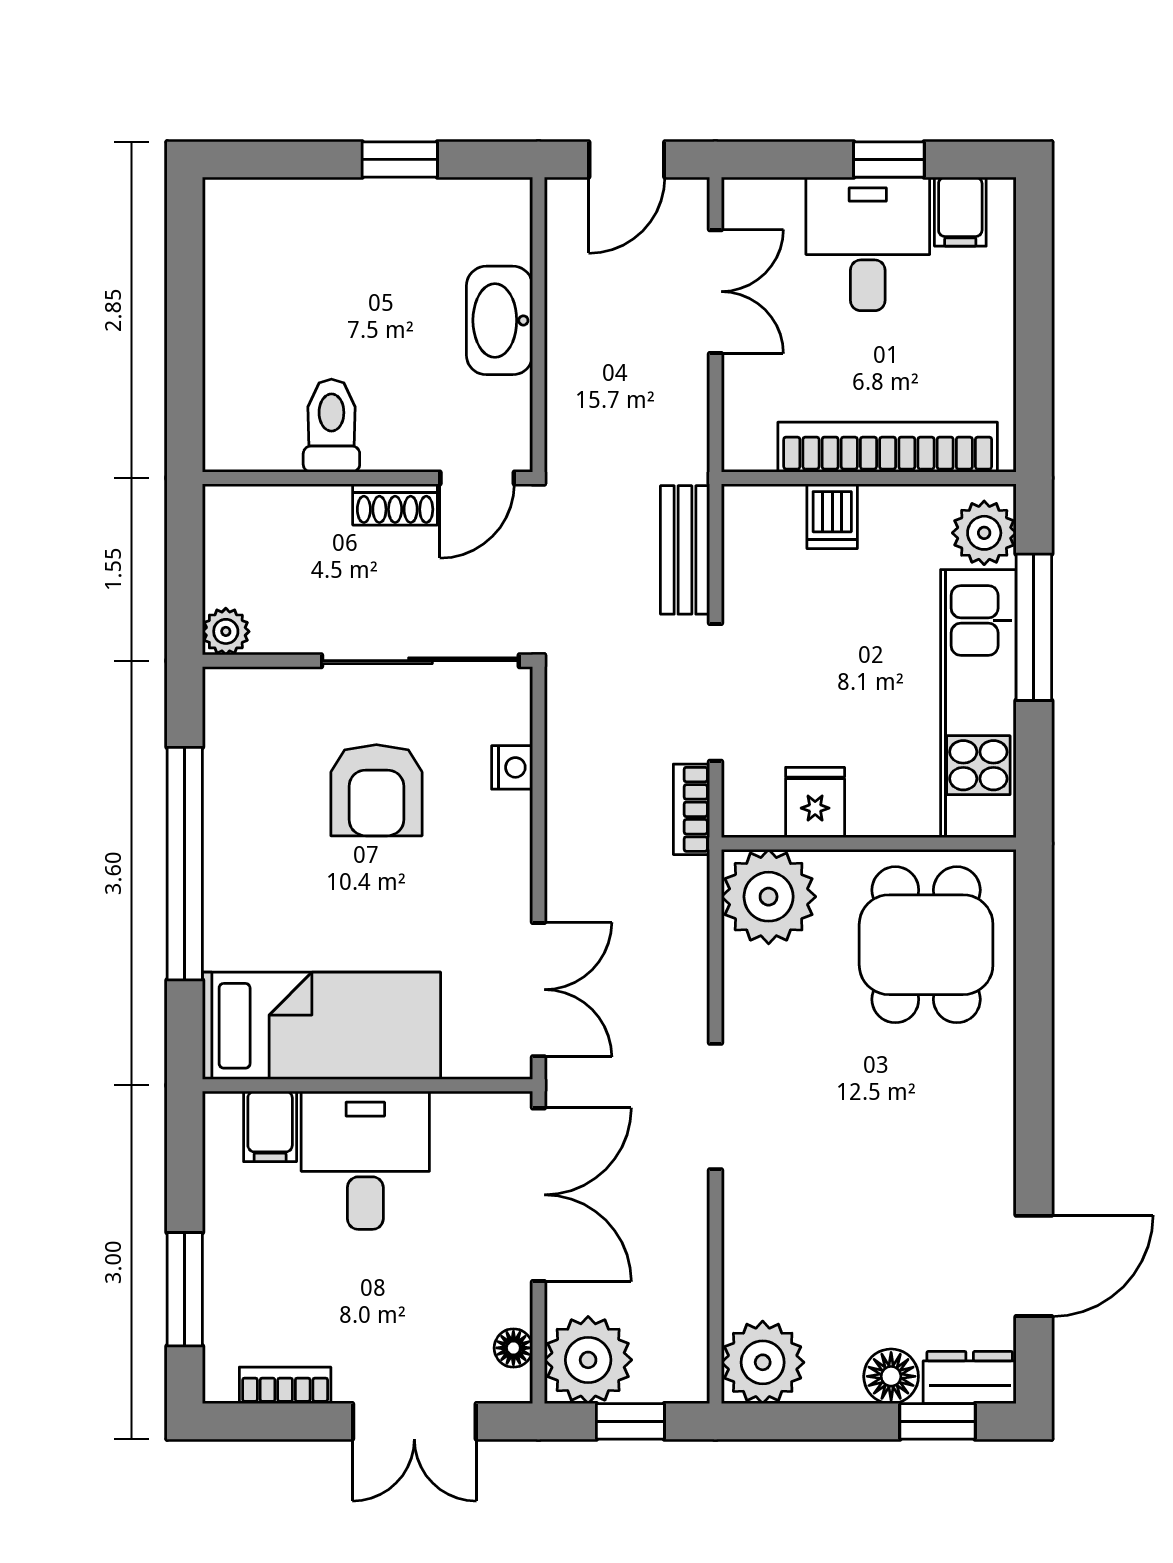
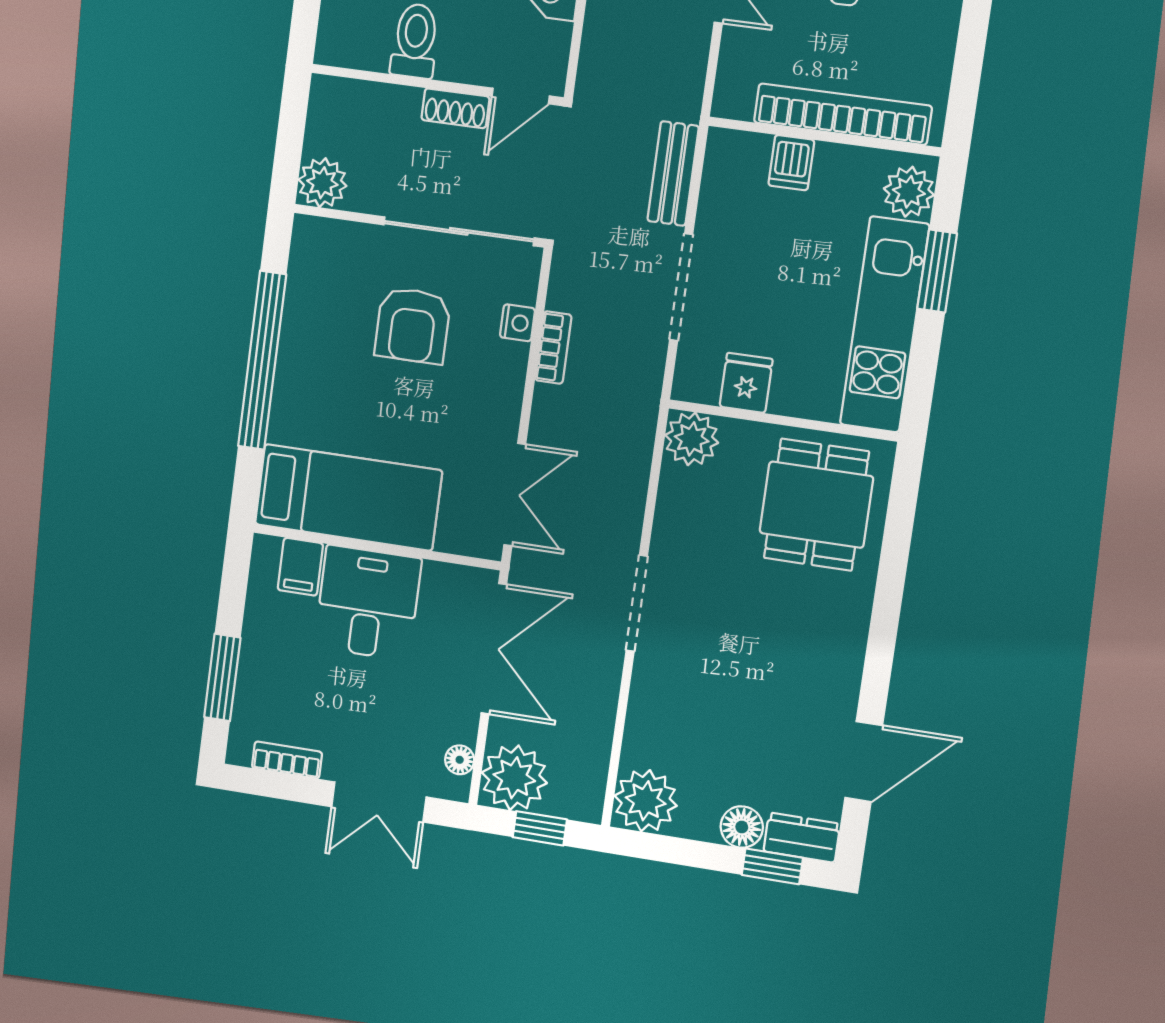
window: (1034, 627) -> (937, 271), width x0.69
plant: (226, 631) -> (322, 183), width x1.38, depth x1.38
bookcase: (691, 809) -> (553, 348), moved, turned 180
plant: (769, 897) -> (692, 439), width x0.73, depth x0.73

